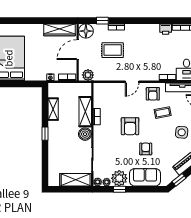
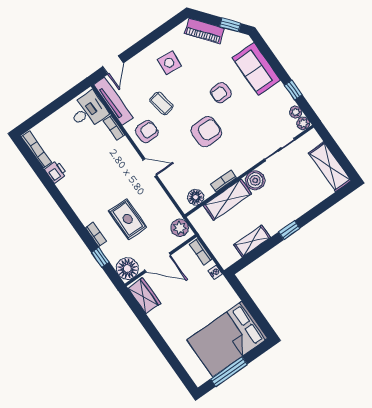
wardrobe: (59, 30) -> (144, 296), width x0.67
floor lamp: (99, 95) -> (196, 197), added
plant: (119, 178) -> (280, 100), removed
shelving: (76, 180) -> (330, 167), moved

